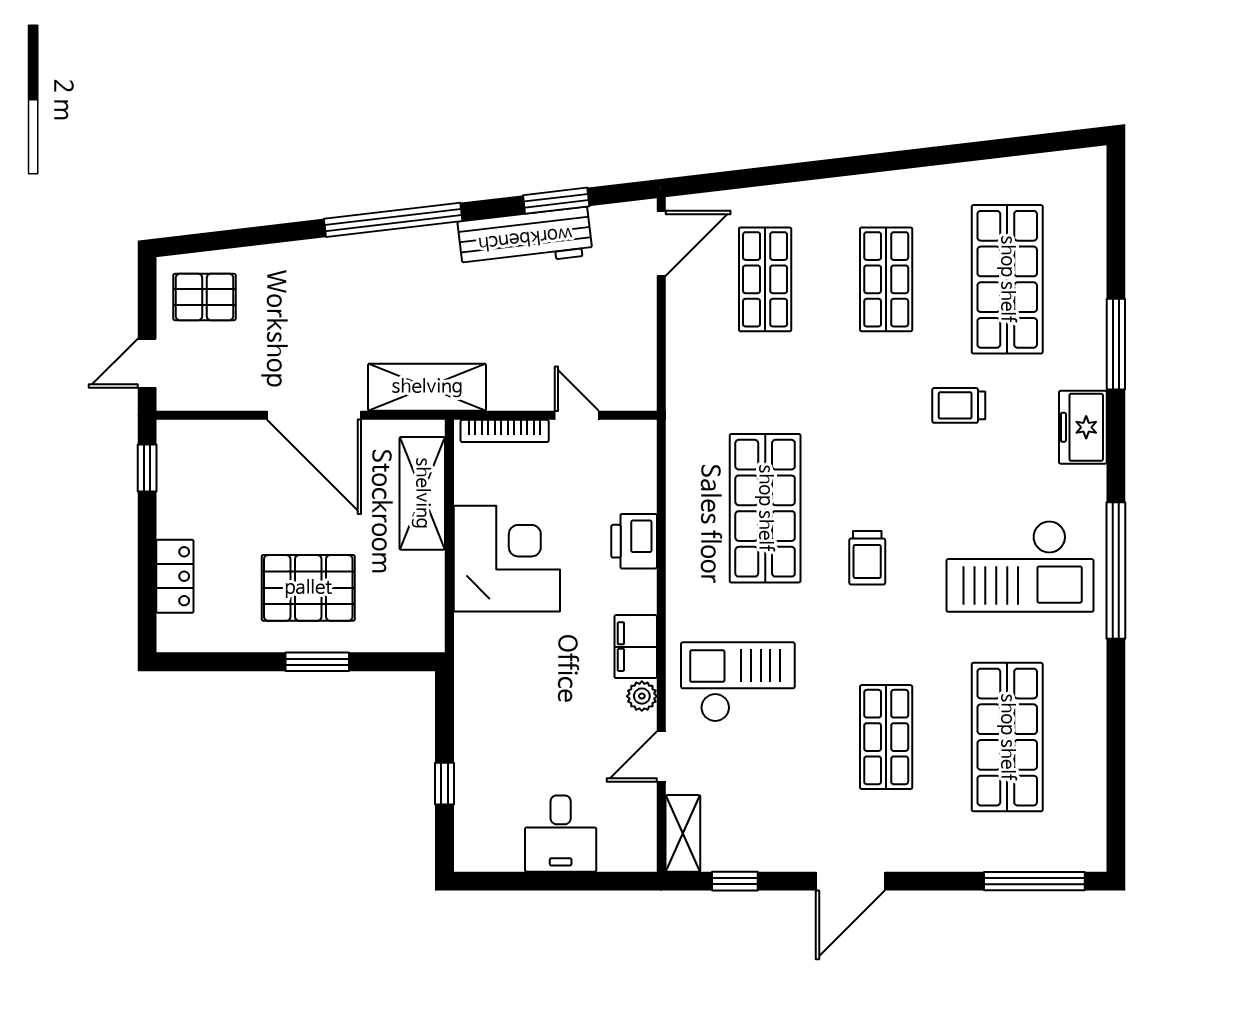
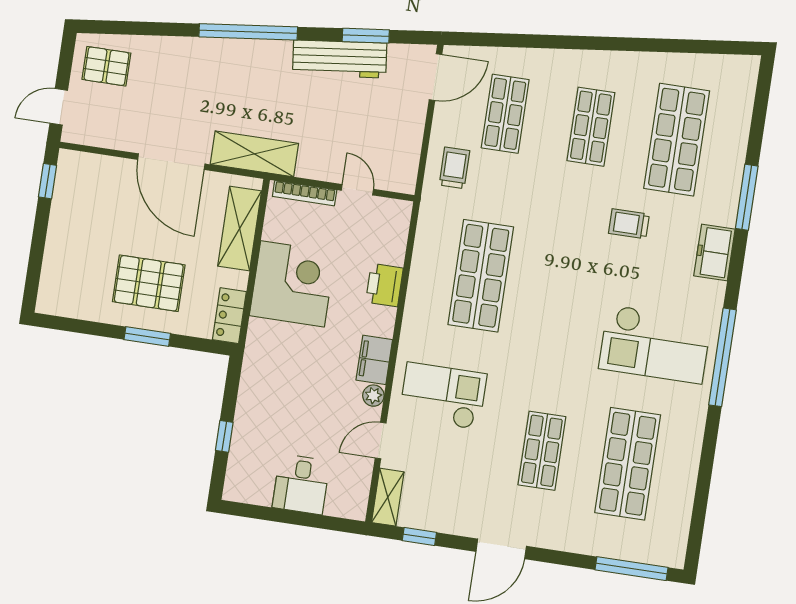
trolley: (867, 558) -> (454, 168), moved, turned 180
locker: (175, 576) -> (229, 316), moved, turned 180

